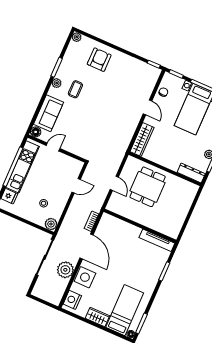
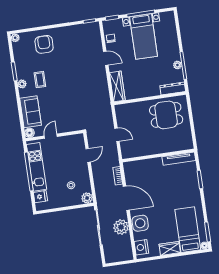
dining table: (148, 187) -> (166, 115), moved, turned 90

